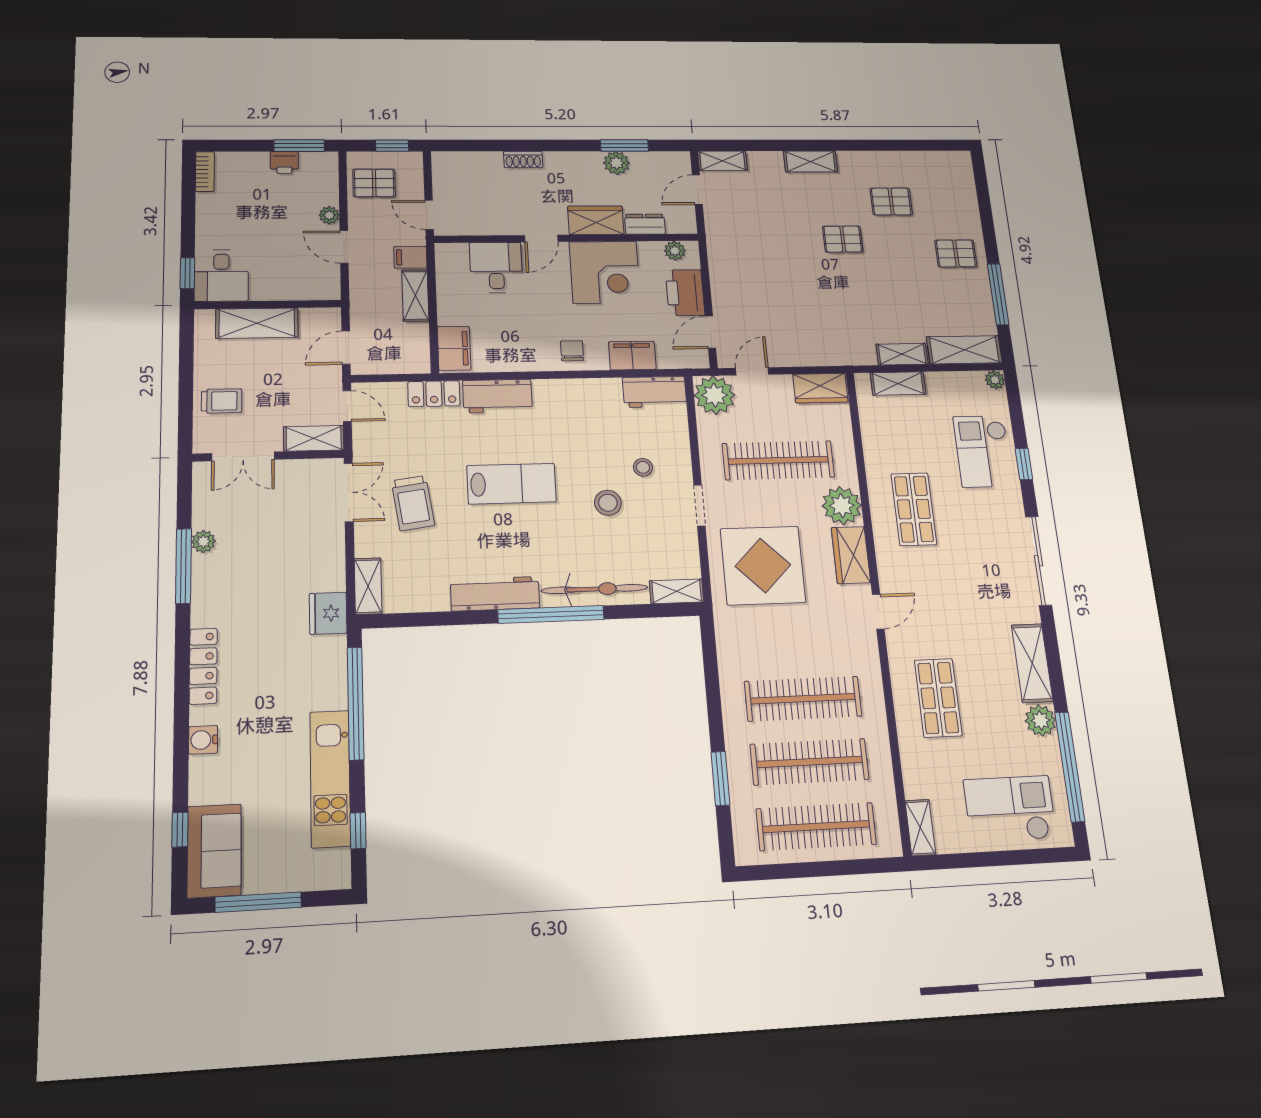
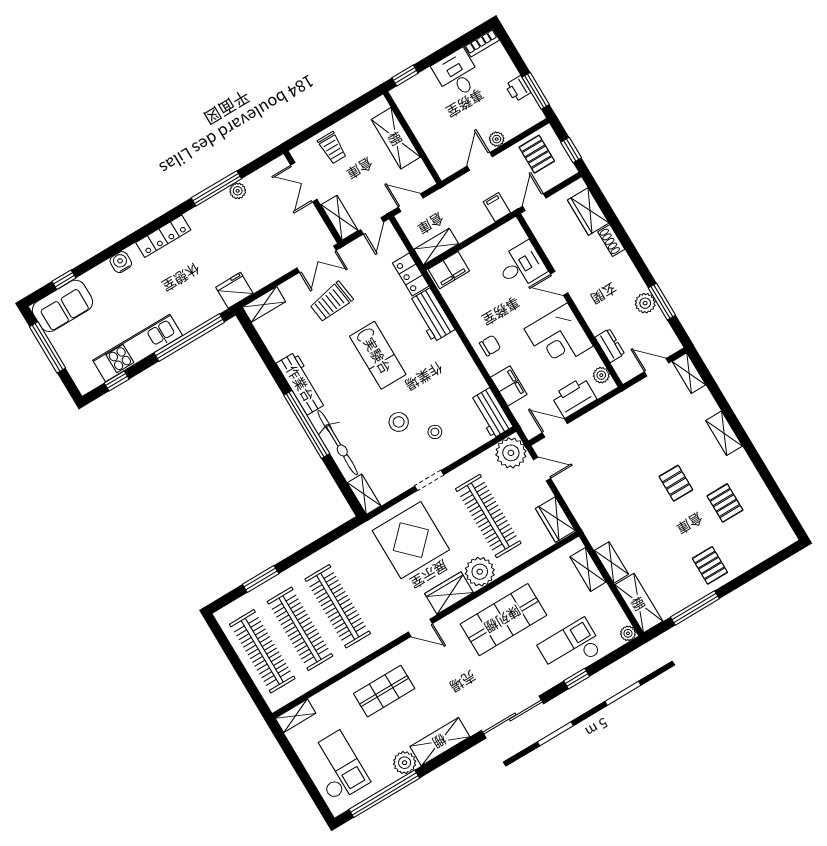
wardrobe: (596, 220) -> (588, 211), moved, turned 180
desk: (221, 276) -> (457, 74), moved, turned 90
shelving: (415, 295) -> (436, 247), moved
shop shelf: (914, 509) -> (503, 620), width x1.43, depth x1.36

